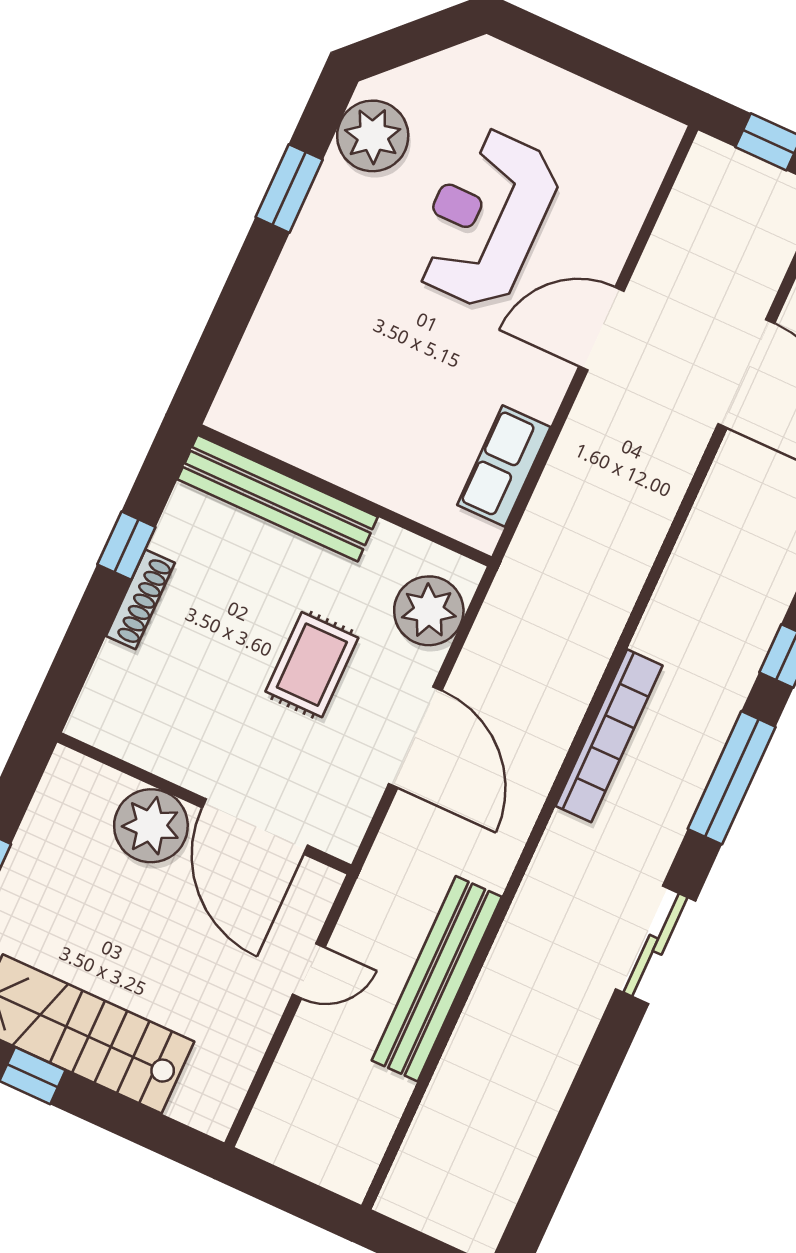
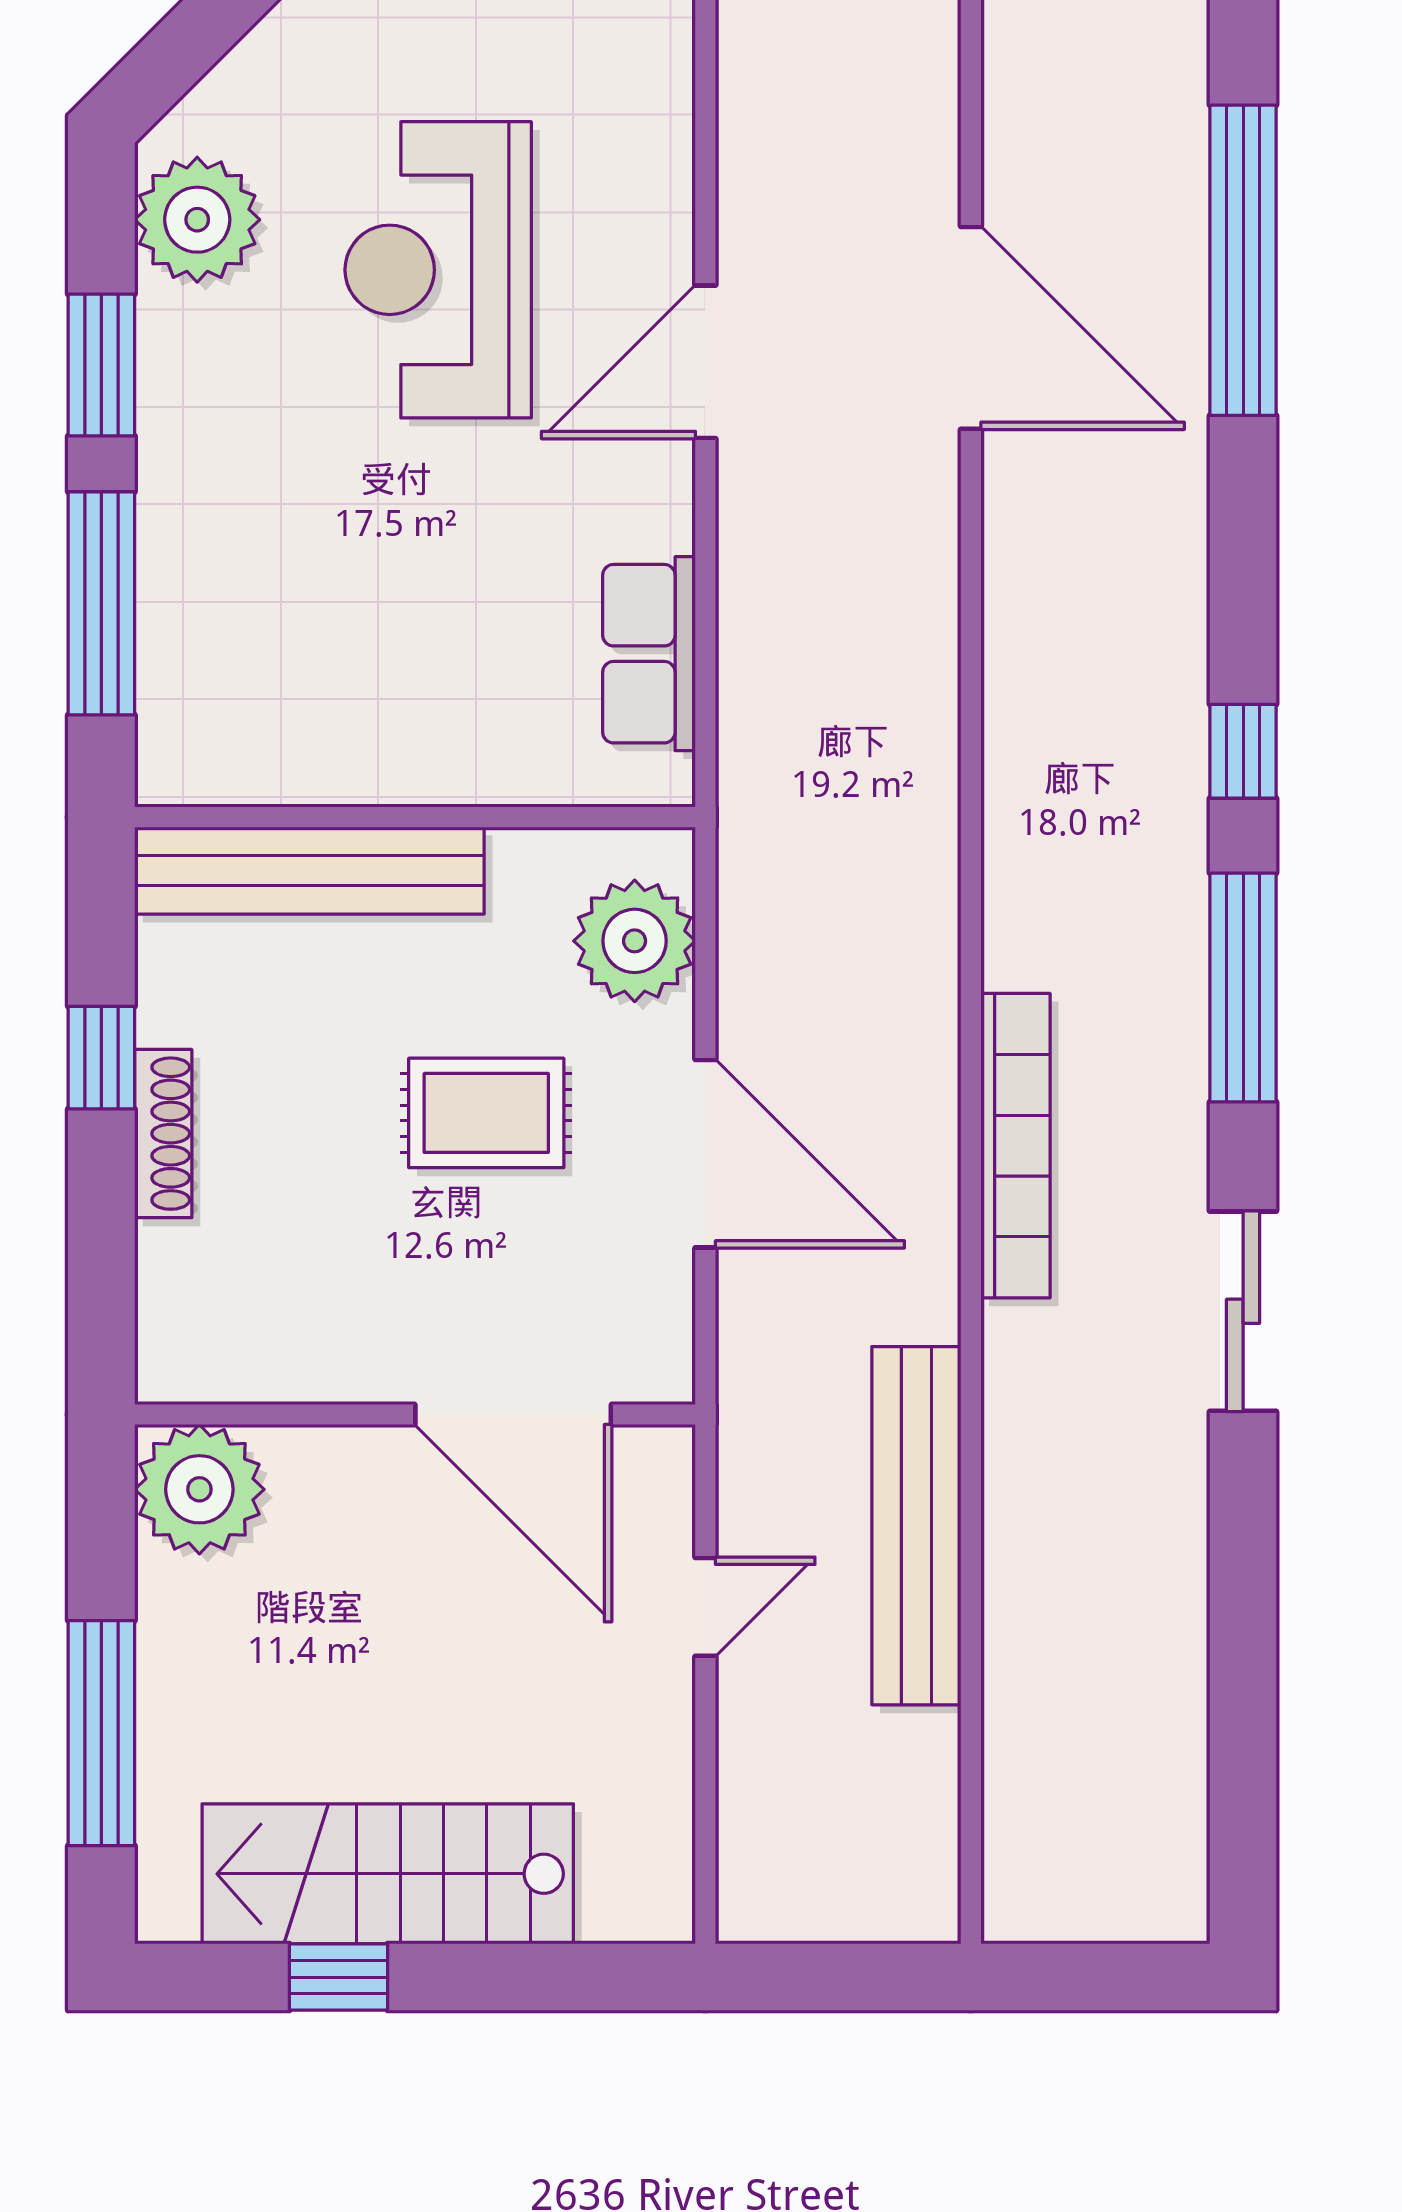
window: (233, 311) -> (101, 603), added
rug: (312, 665) -> (486, 1113), turned 90
bookcase: (609, 736) -> (1015, 1146), moved
plant: (151, 826) -> (199, 1489), moved

